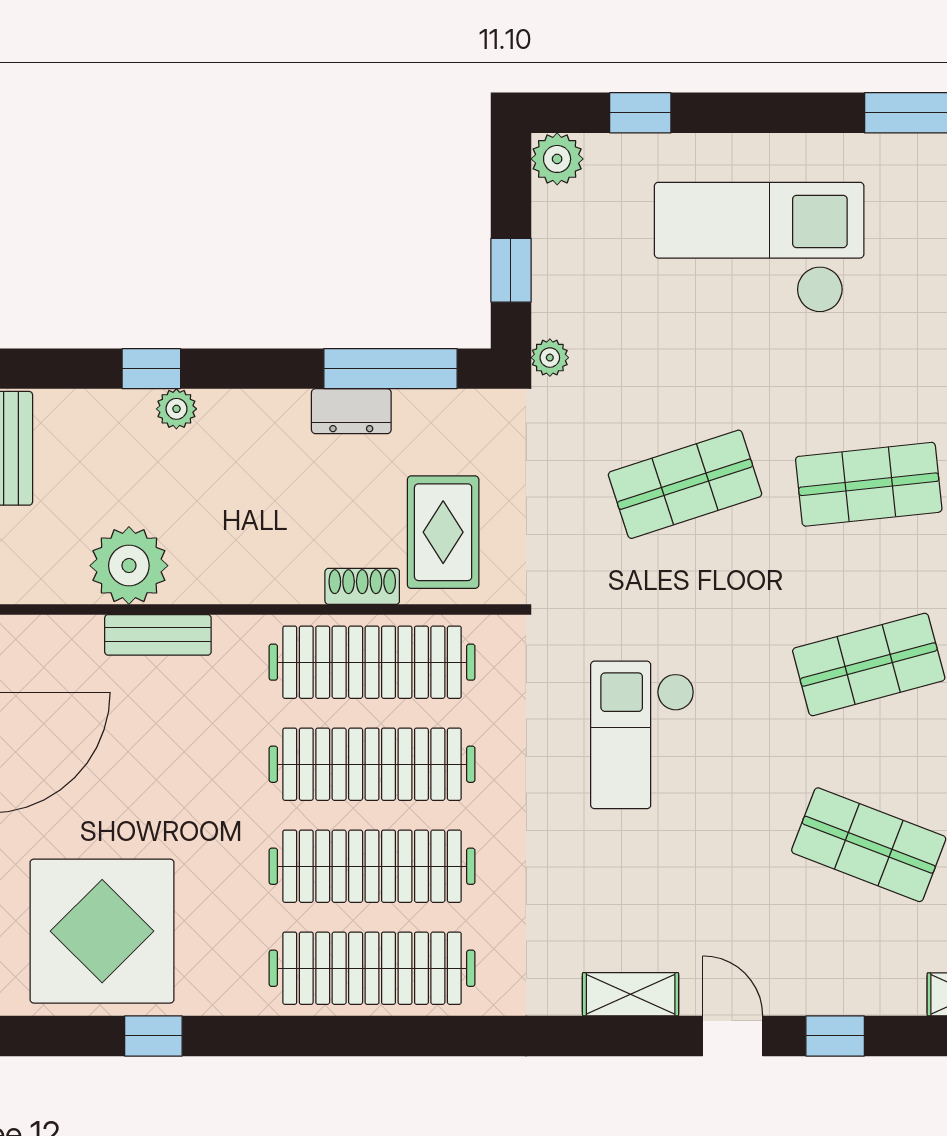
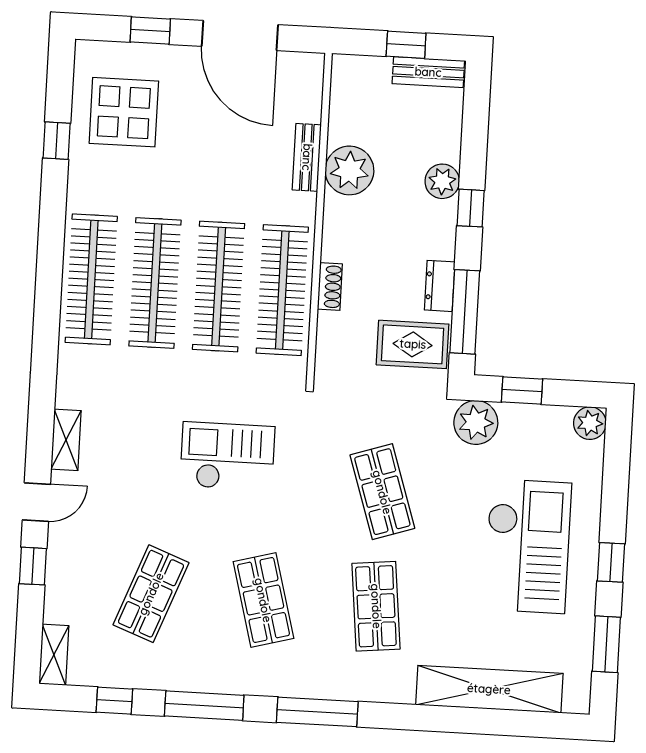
window: (640, 113) -> (611, 562), moved
plant: (550, 358) -> (476, 422), width x1.87, depth x1.87
window: (151, 369) -> (471, 208), moved
plant: (176, 409) -> (442, 181), width x1.38, depth x1.38
rug: (443, 532) -> (413, 344), moved
plant: (129, 566) -> (349, 170), moved
display table: (102, 931) -> (124, 112), width x0.73, depth x0.73

